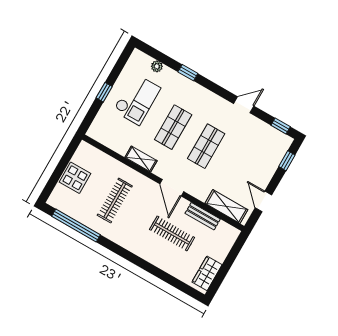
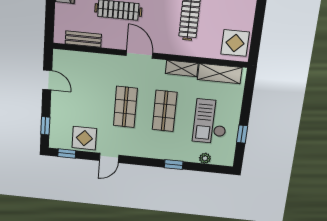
window: (104, 92) -> (242, 134), moved
display table: (257, 134) -> (84, 138), added
display table: (75, 178) -> (235, 43), moved
shelving: (226, 207) -> (220, 74), moved
bench: (203, 216) -> (83, 39), moved

